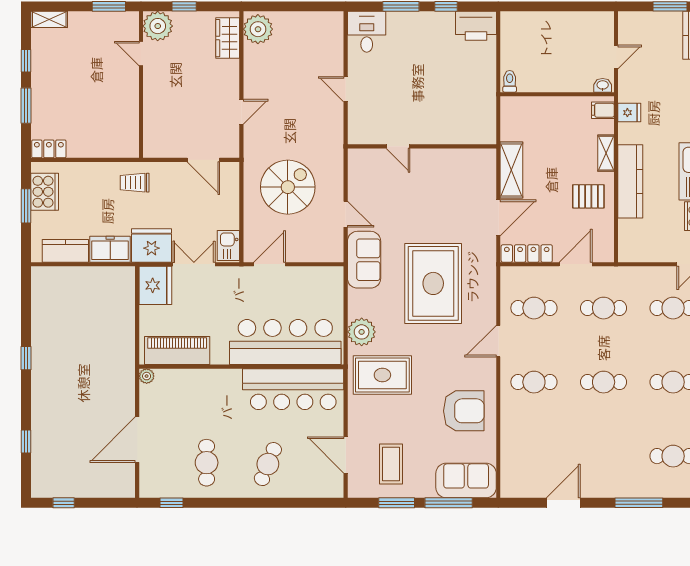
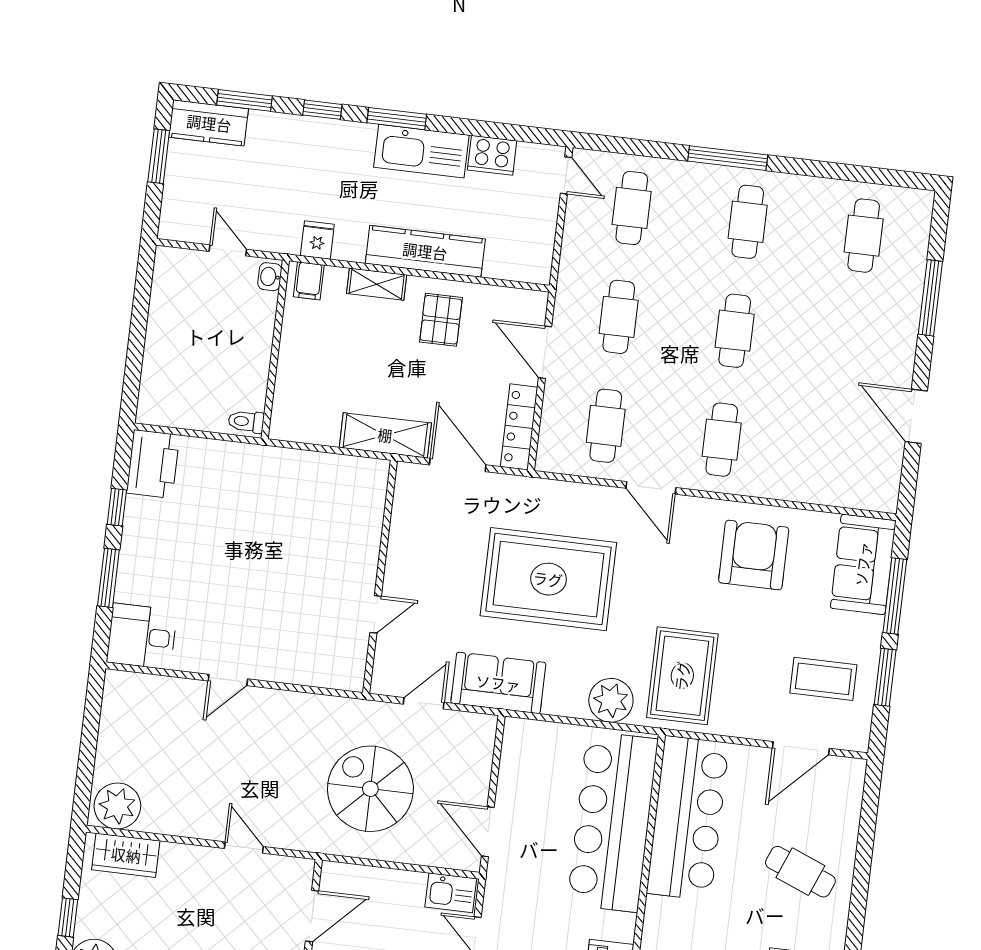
door: (398, 146) -> (376, 614), moved
wall: (422, 146) -> (380, 577), moved

